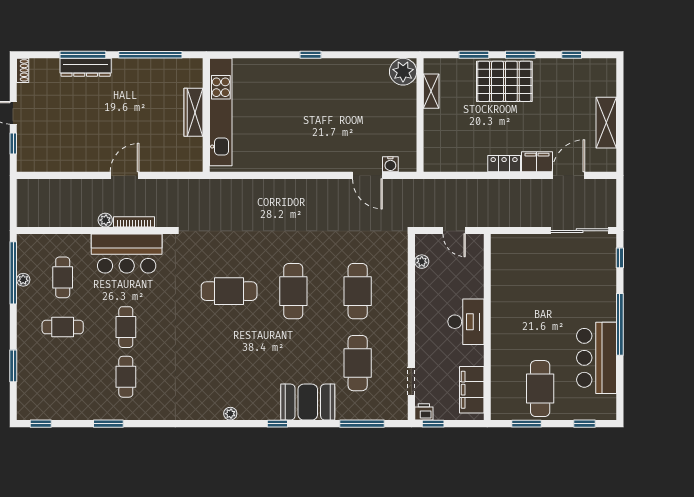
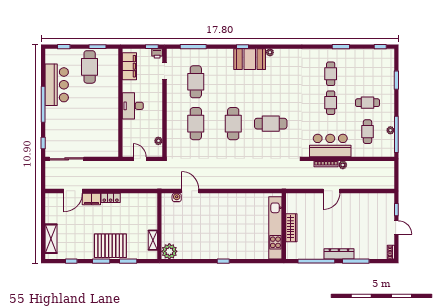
dresser: (86, 67) -> (339, 254), moved
shelving: (606, 123) -> (51, 239), moved
booth: (308, 402) -> (250, 59), moved

